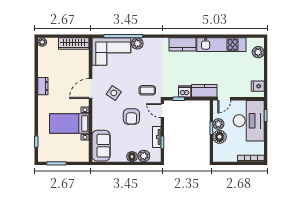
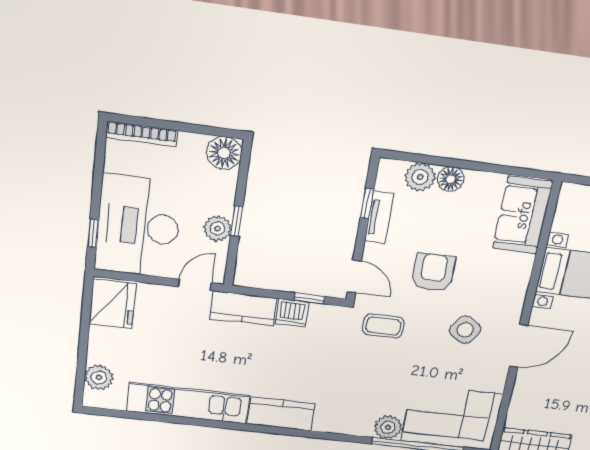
fridge: (258, 86) -> (112, 304), width x1.88, depth x1.34
floor lamp: (220, 137) -> (224, 153), moved

